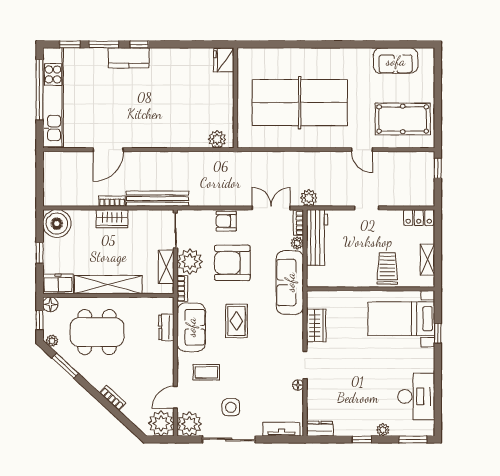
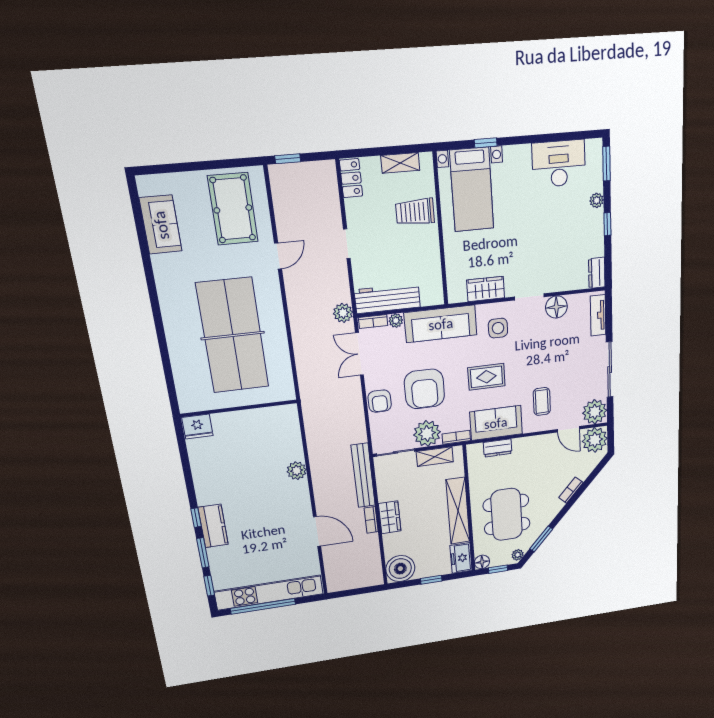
plant: (217, 139) -> (297, 471), moved
floor lamp: (298, 385) -> (556, 307), width x1.89, depth x1.89
side table: (231, 407) -> (498, 328), moved

